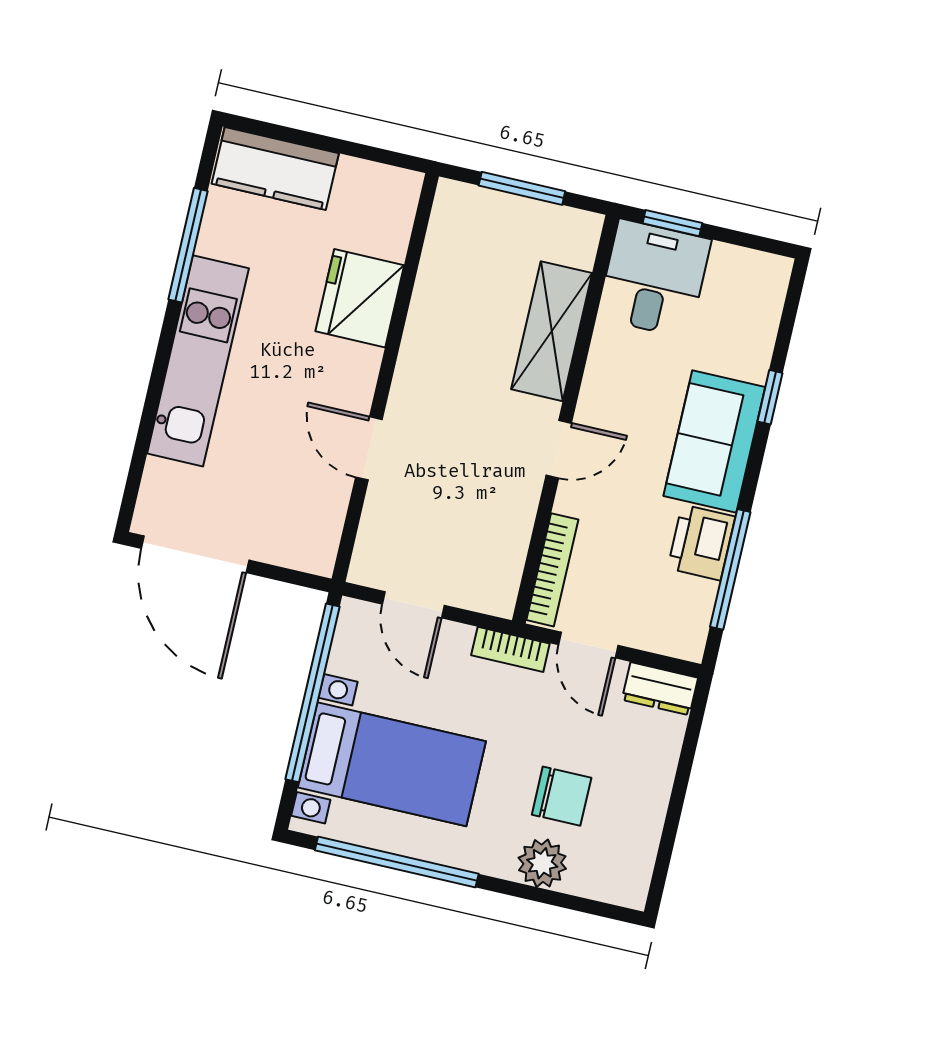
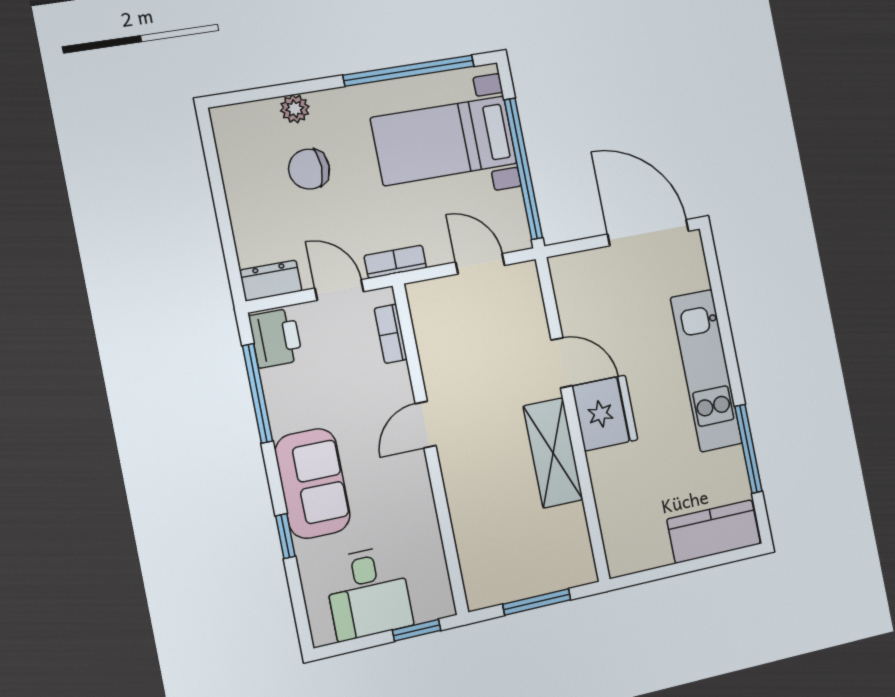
desk: (654, 279) -> (368, 593), moved
fridge: (360, 298) -> (605, 413), moved
shelving: (552, 331) -> (553, 453), moved
printer: (701, 543) -> (276, 338), moved
bookcase: (552, 570) -> (391, 334), width x0.64
plant: (542, 863) -> (295, 109), width x0.73, depth x0.73

